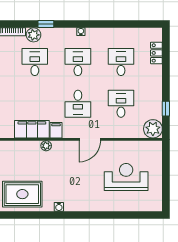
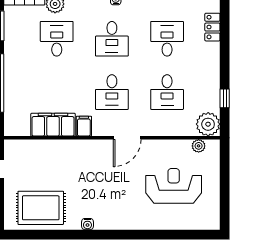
desk: (78, 62) -> (112, 39), turned 180
desk: (121, 104) -> (167, 92), turned 180
plant: (46, 146) -> (199, 146), moved

